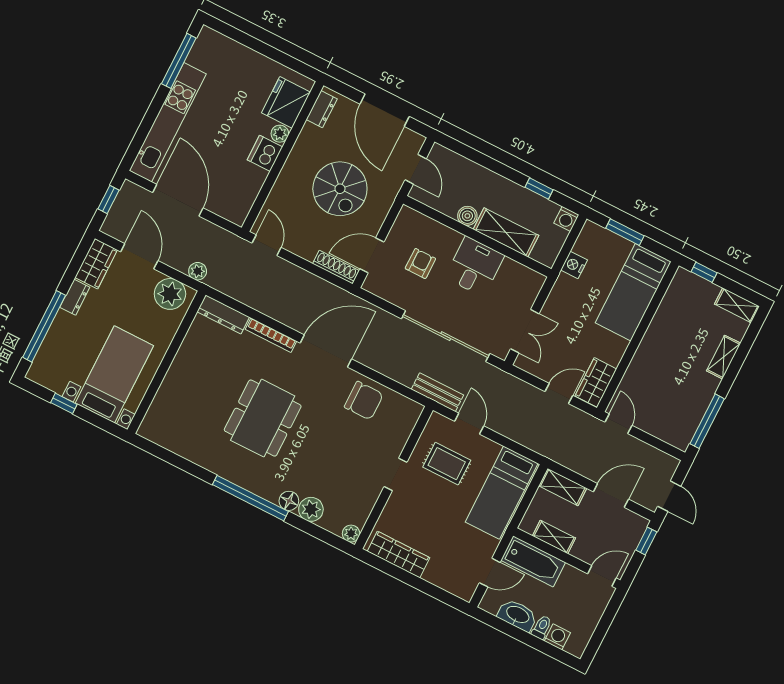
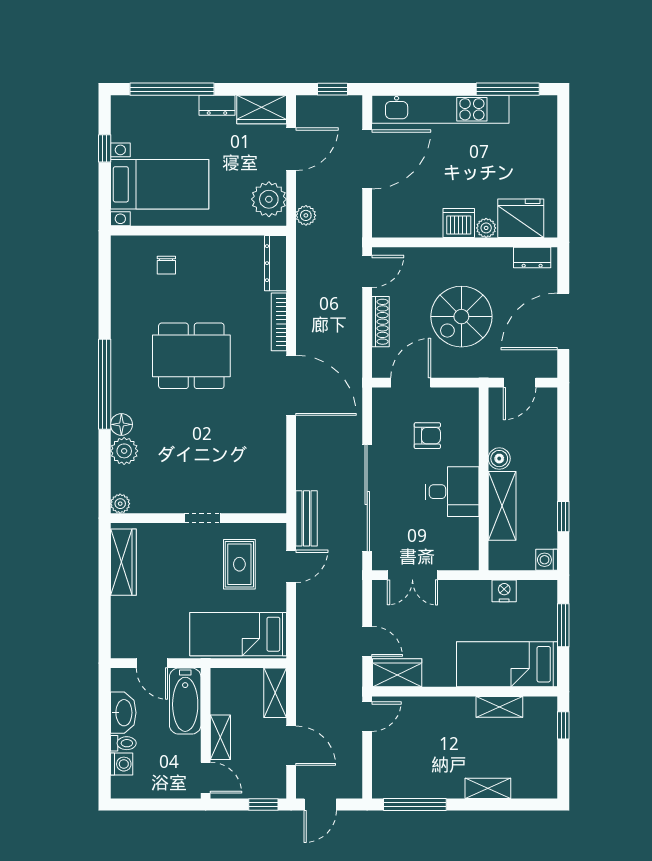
door: (372, 255) -> (411, 383), hinge flipped
shoe rack: (336, 267) -> (380, 322), moved
shelving: (737, 305) -> (499, 707), moved, turned 90
chair: (364, 401) -> (166, 265), moved, width x0.54, depth x0.54
shelving: (554, 537) -> (220, 737), moved

